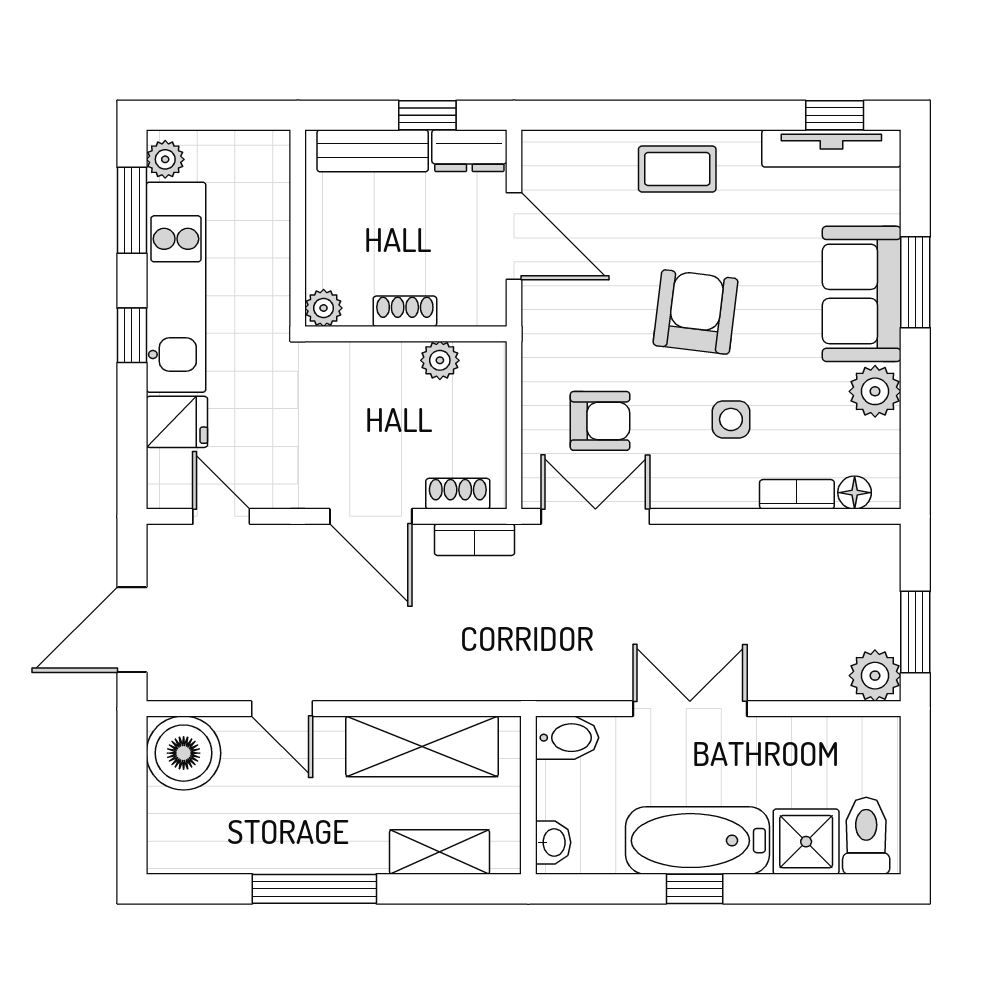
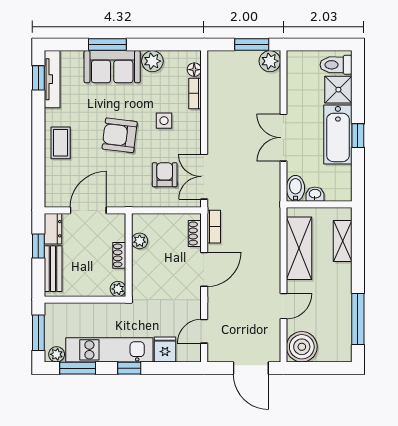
window: (218, 115) -> (38, 333), added
washbasin: (553, 842) -> (315, 194), moved
window: (314, 889) -> (358, 319), moved

